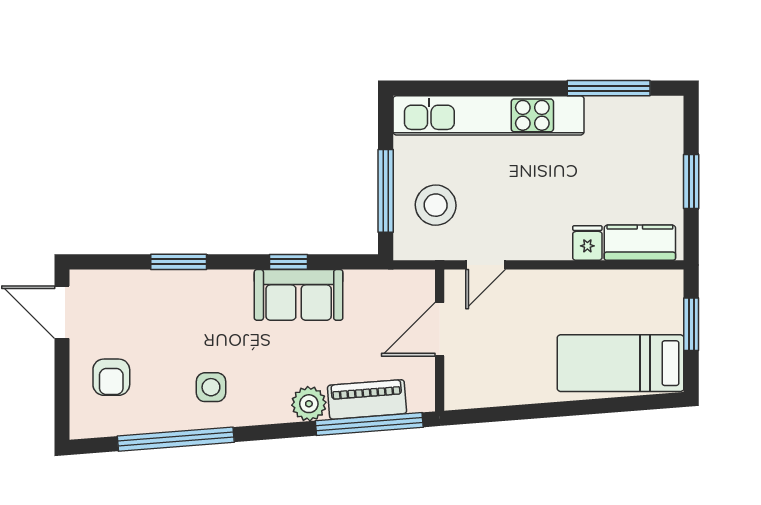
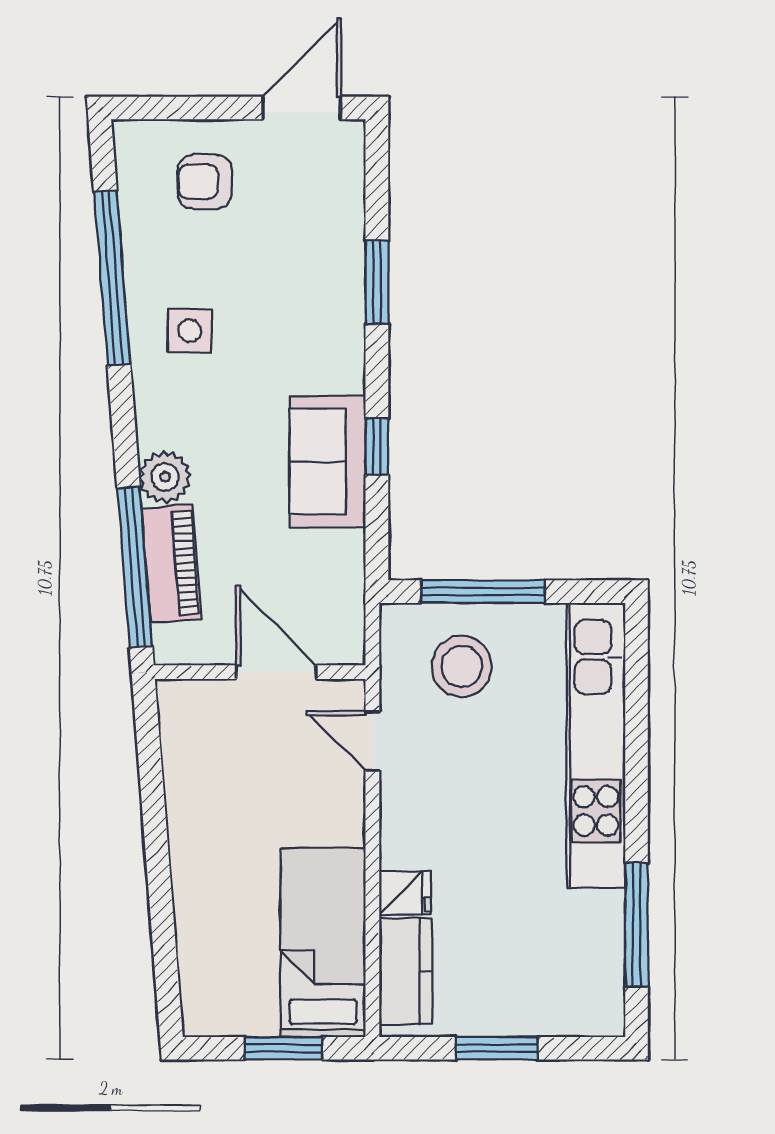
bed: (621, 363) -> (323, 943), moved

